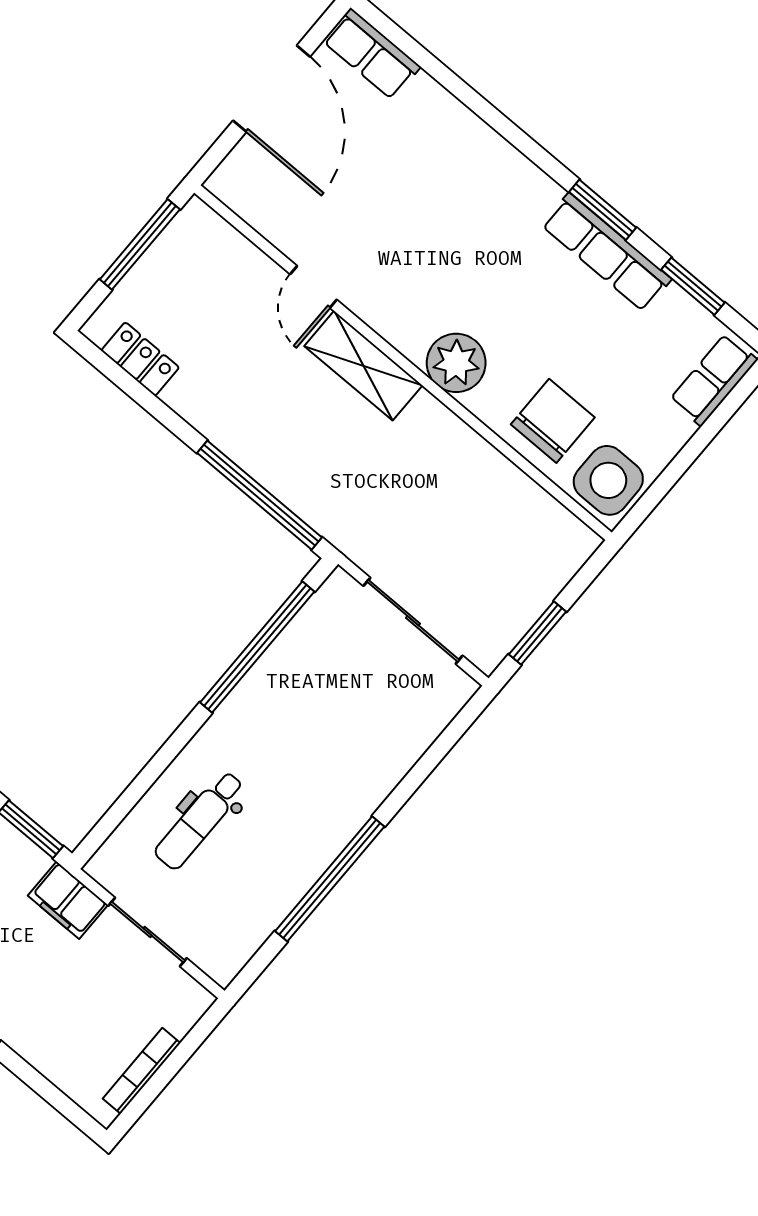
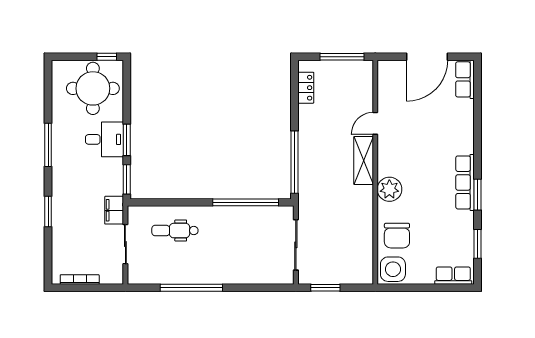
row of seats: (606, 252) -> (465, 182), moved
chair: (553, 421) -> (397, 236), turned 90

